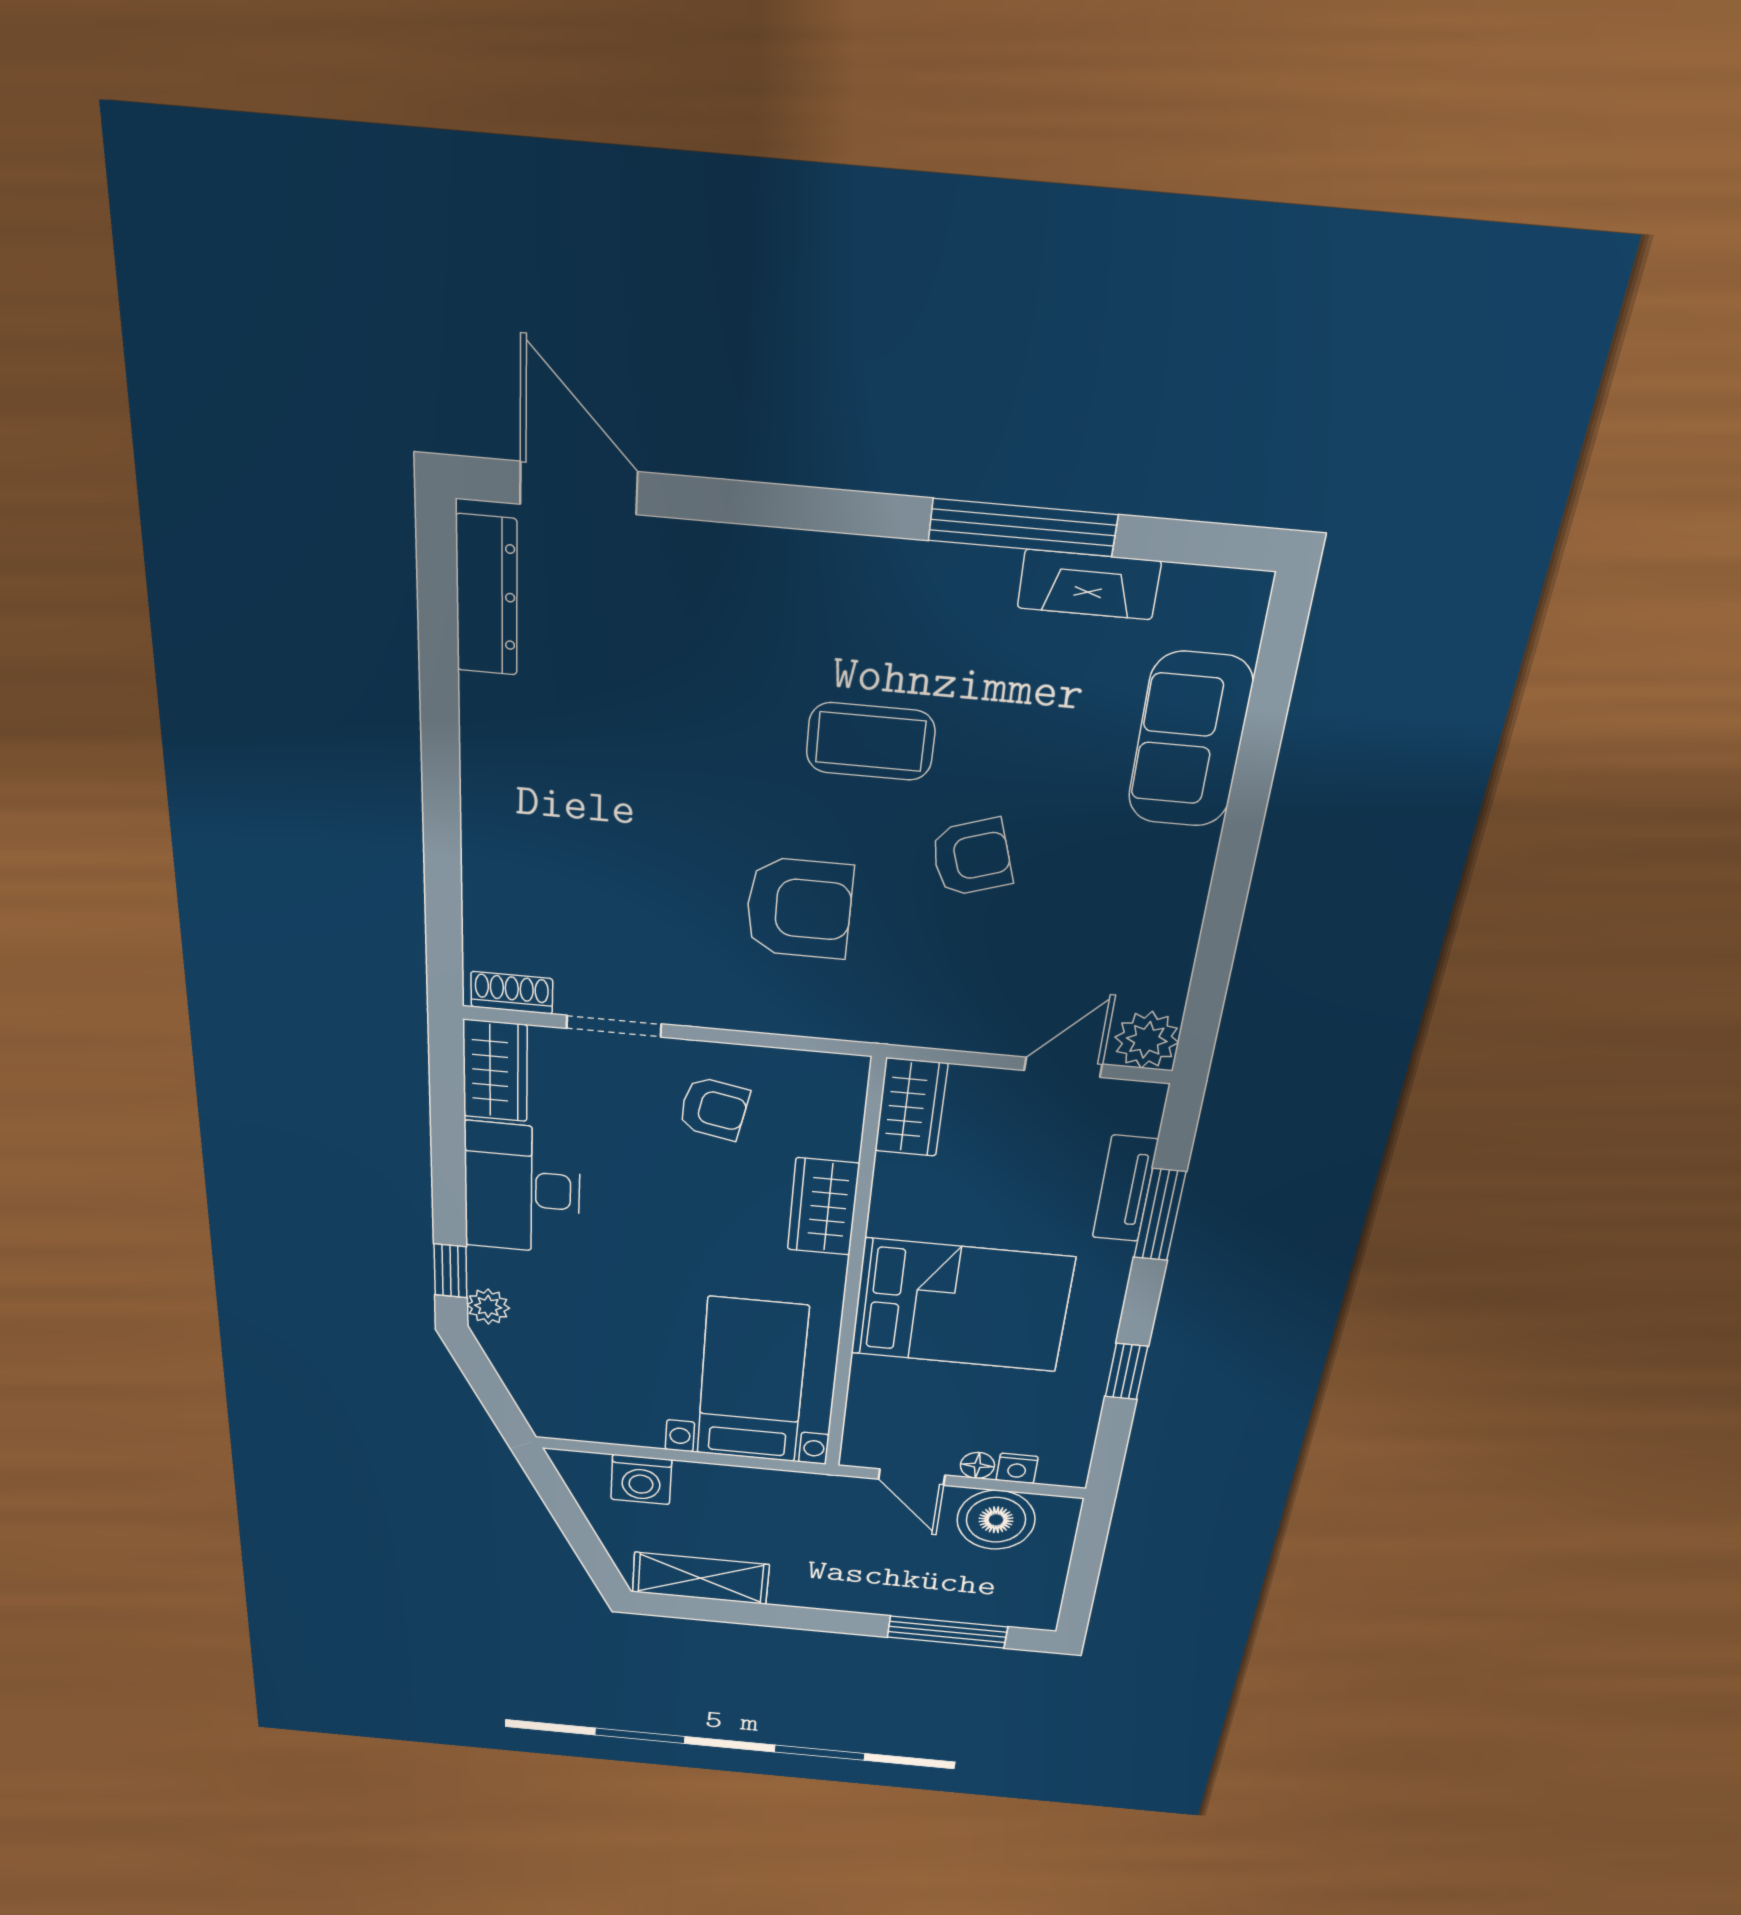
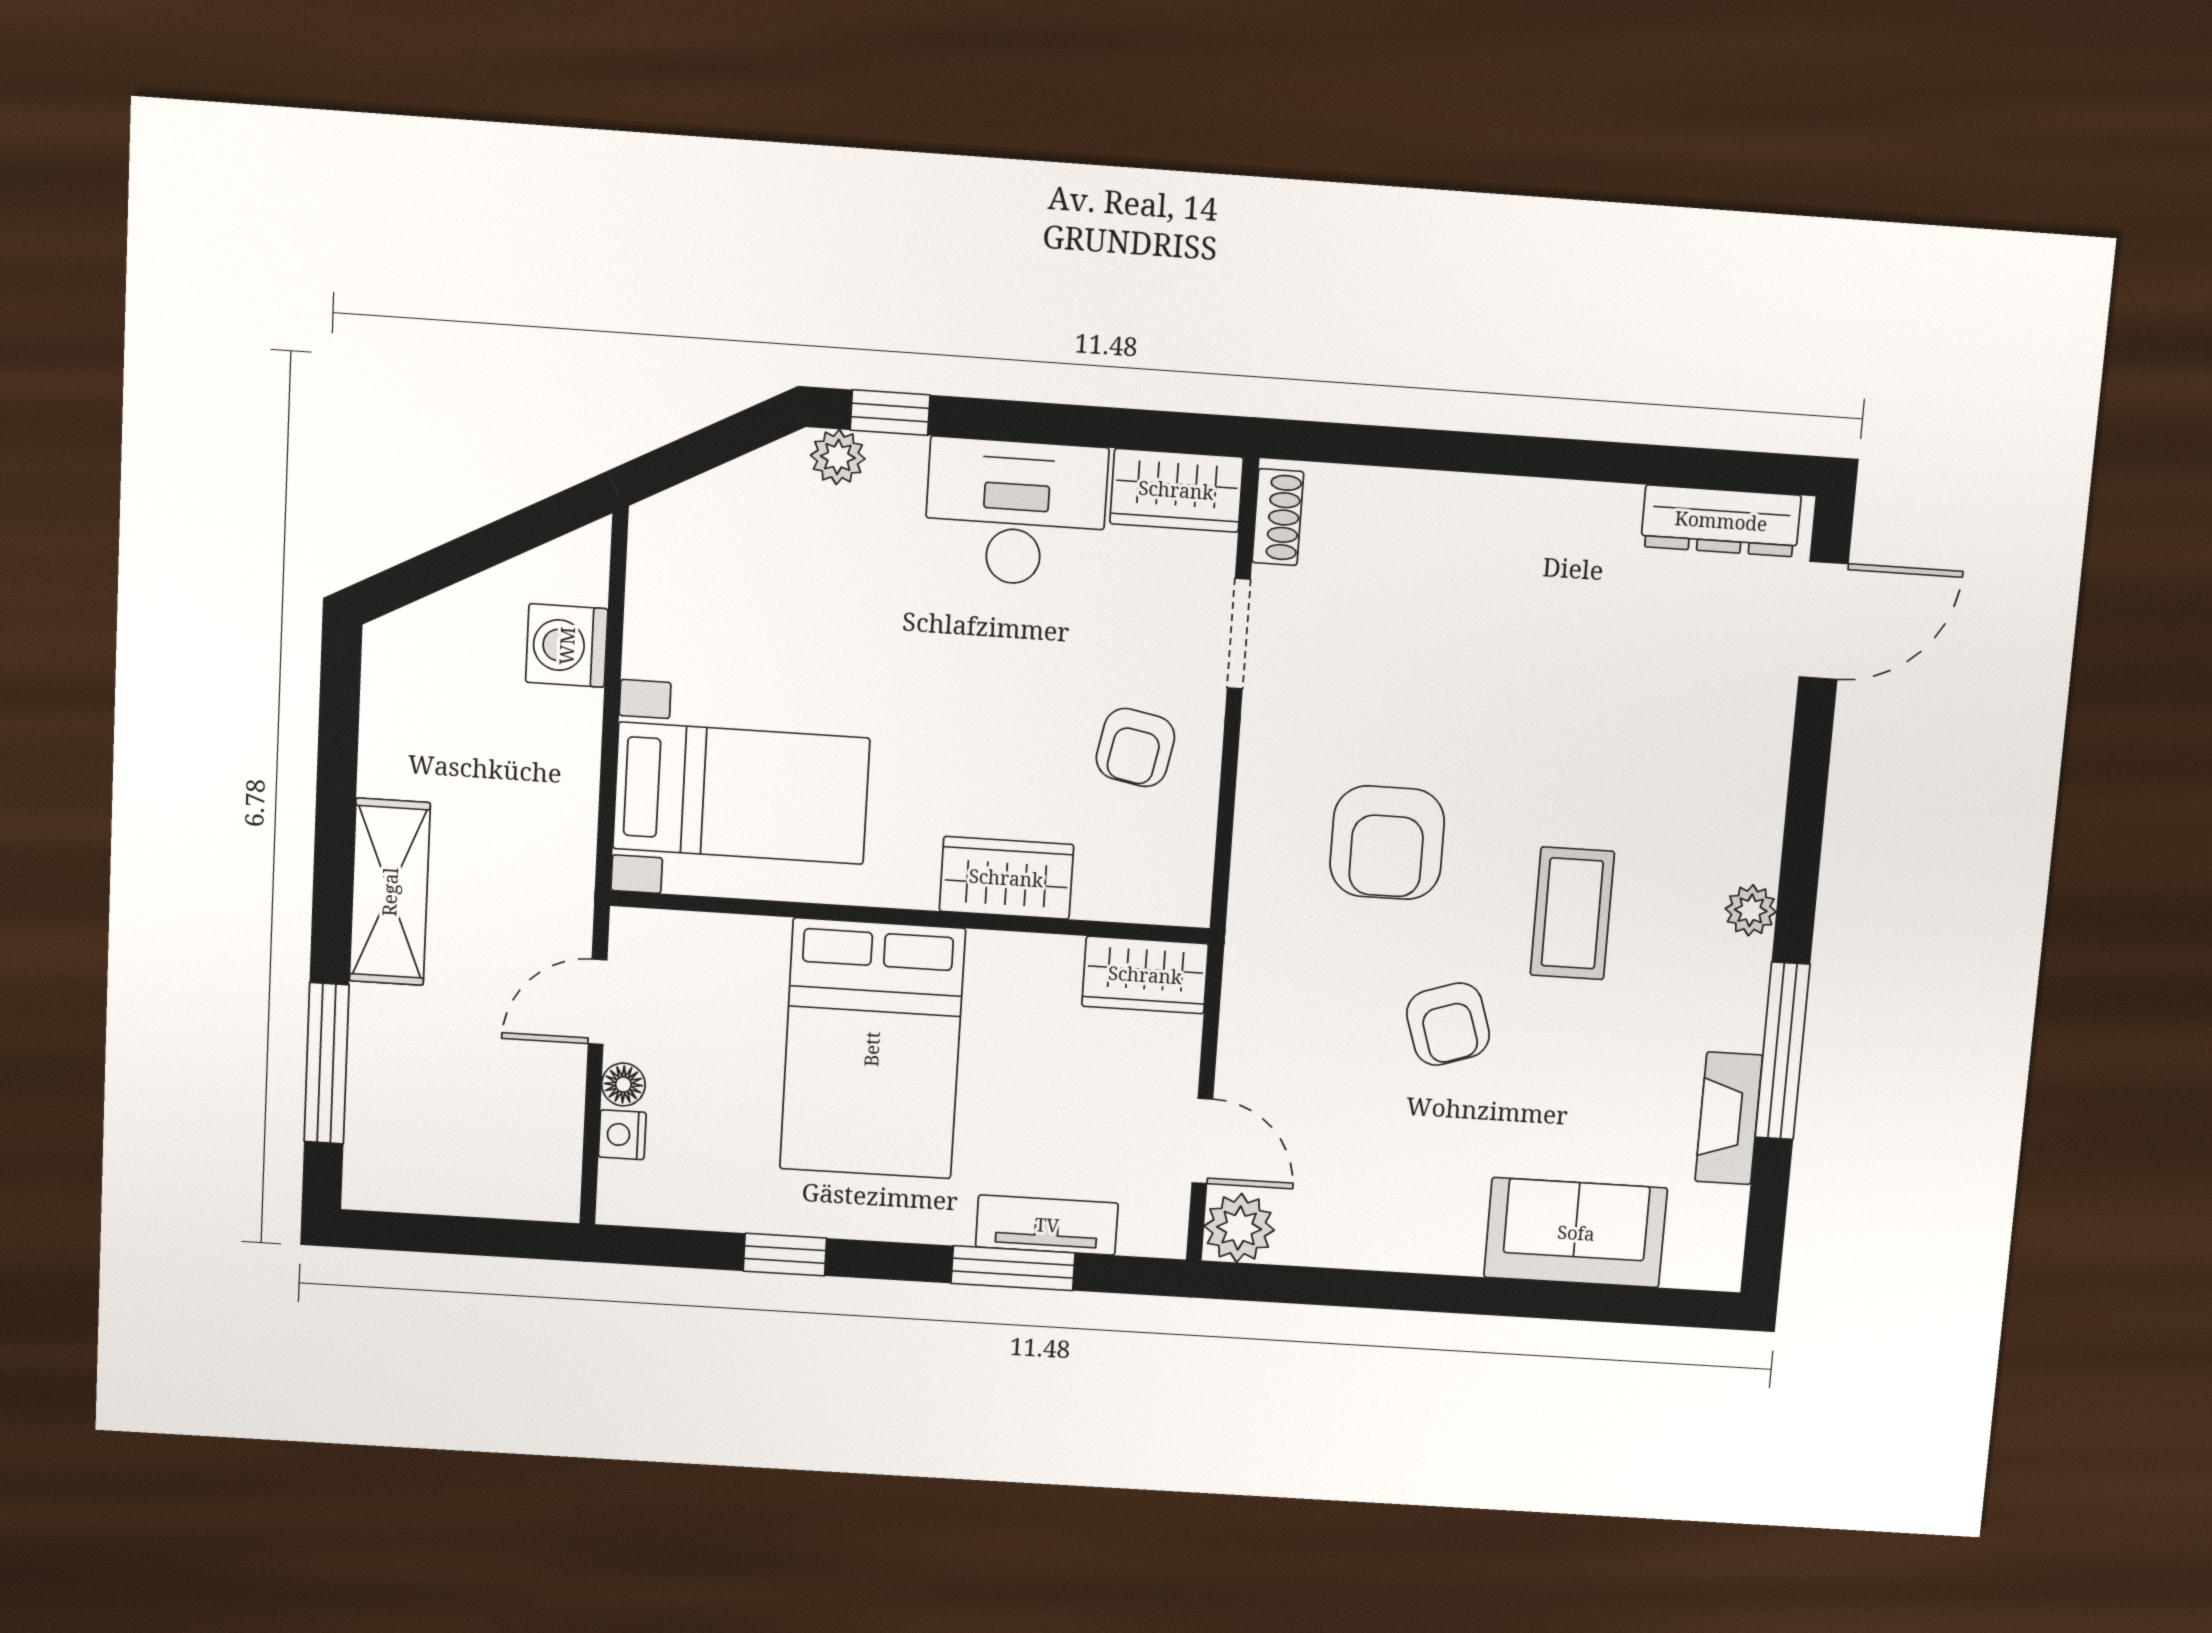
plant: (874, 563) -> (1751, 910), added
boiler: (996, 1520) -> (534, 1114), removed
shelving: (701, 1578) -> (390, 892), moved

